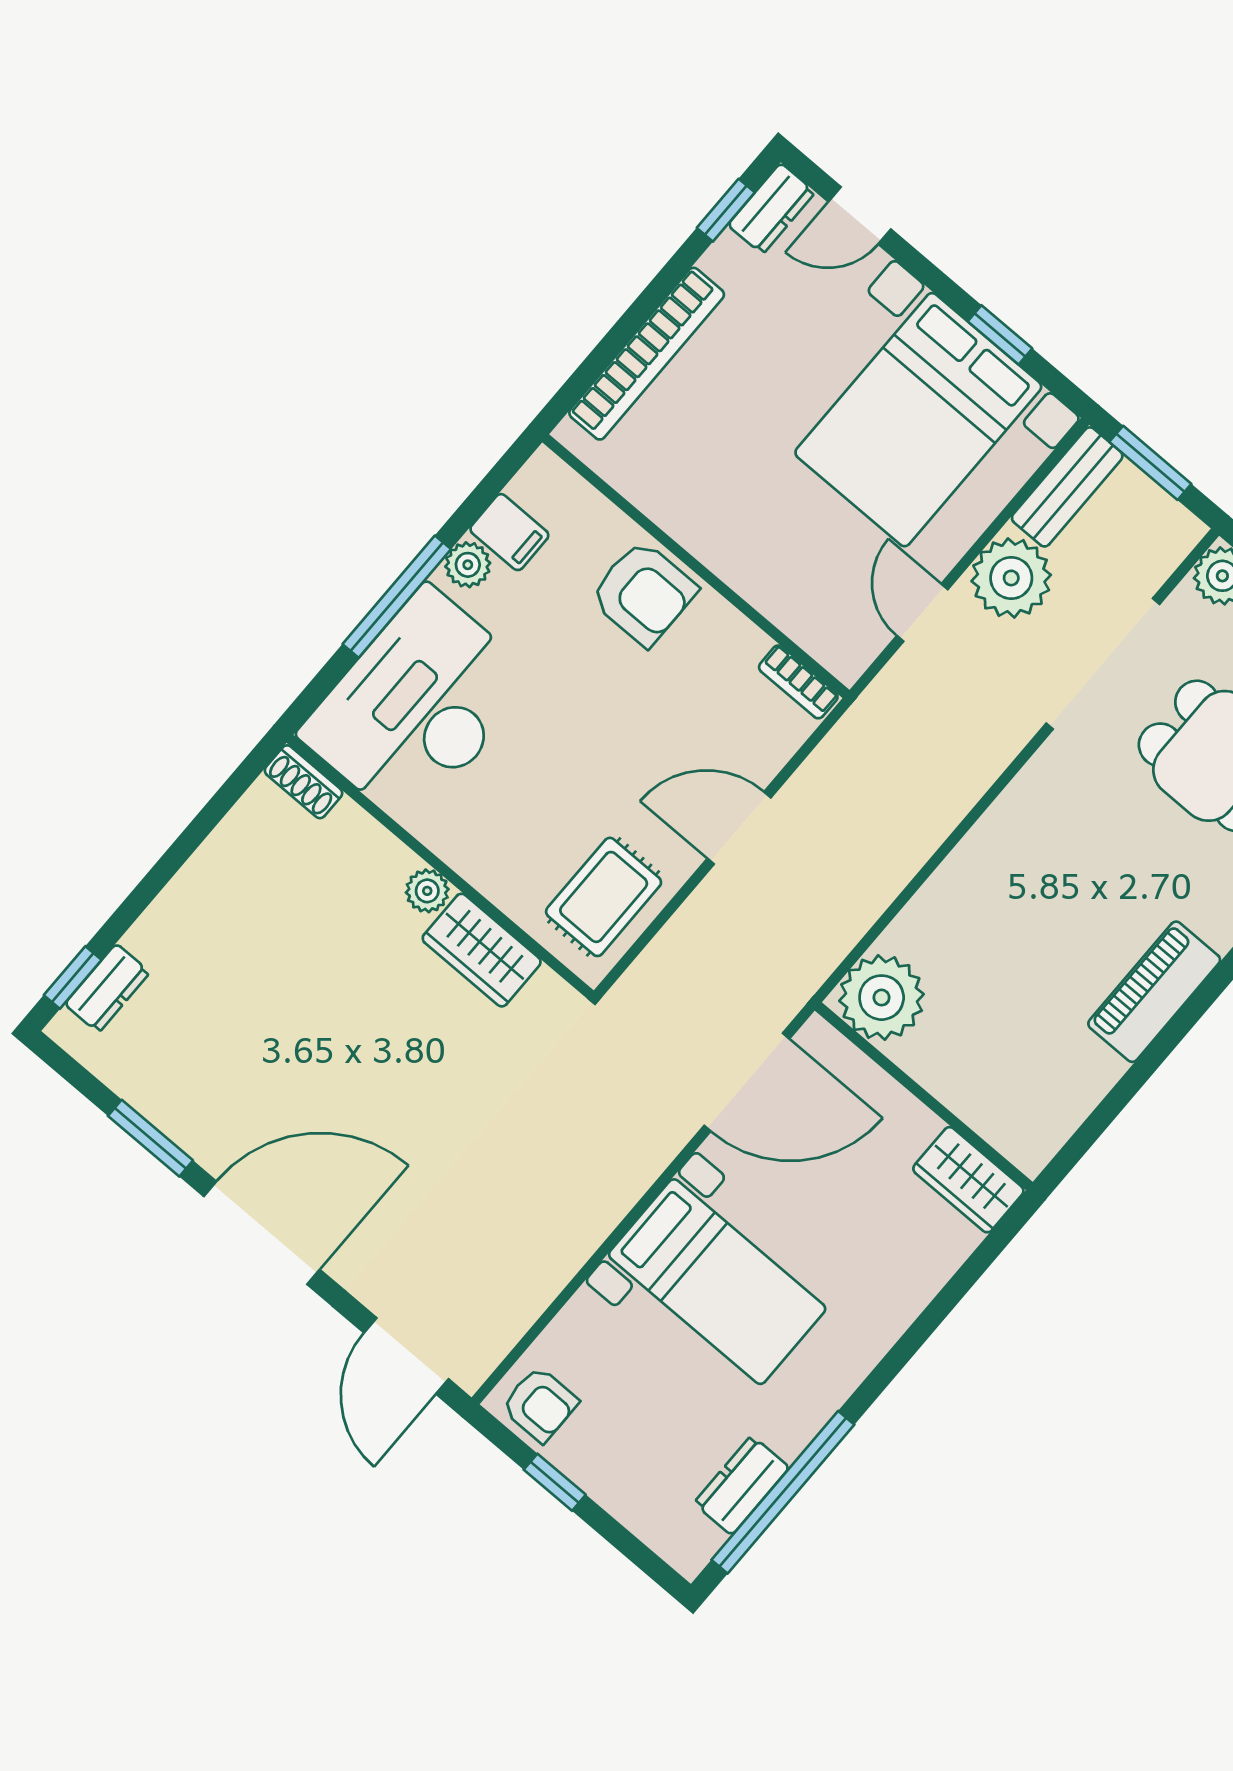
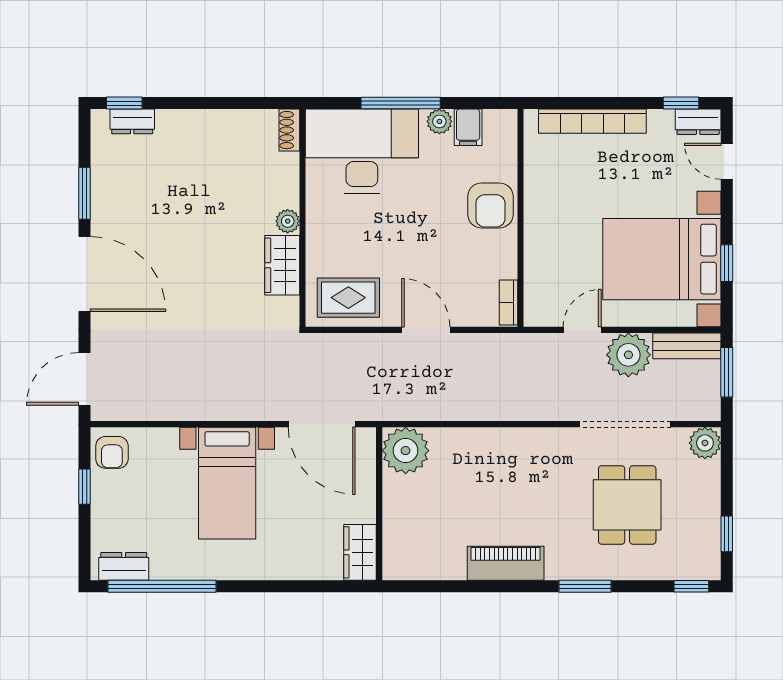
dresser: (742, 1485) -> (124, 566), moved

